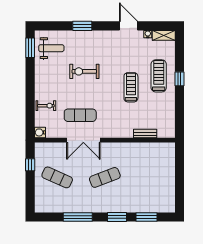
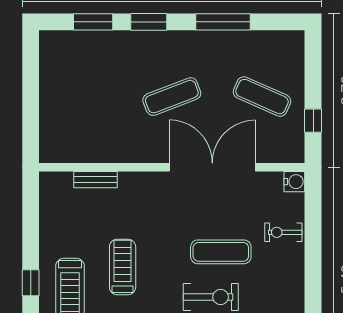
treadmill: (131, 87) -> (123, 267), turned 180
exercise mat: (80, 115) -> (221, 252), moved
double door: (83, 140) -> (212, 167), width x1.36

